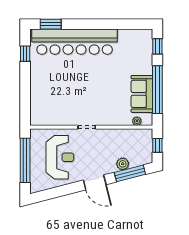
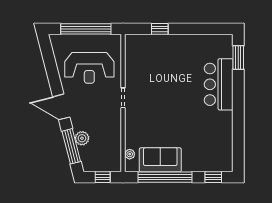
bar counter: (75, 42) -> (219, 84), width x0.54
window: (25, 54) -> (160, 29), moved
door: (95, 182) -> (61, 107), hinge flipped

